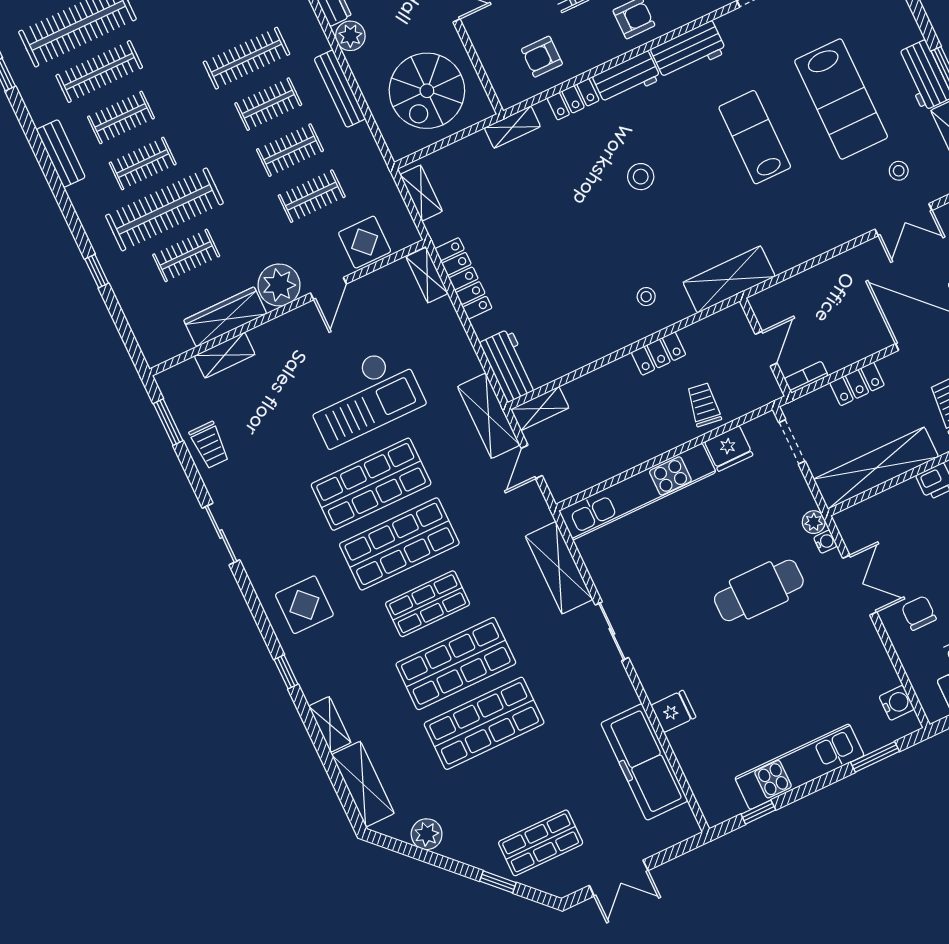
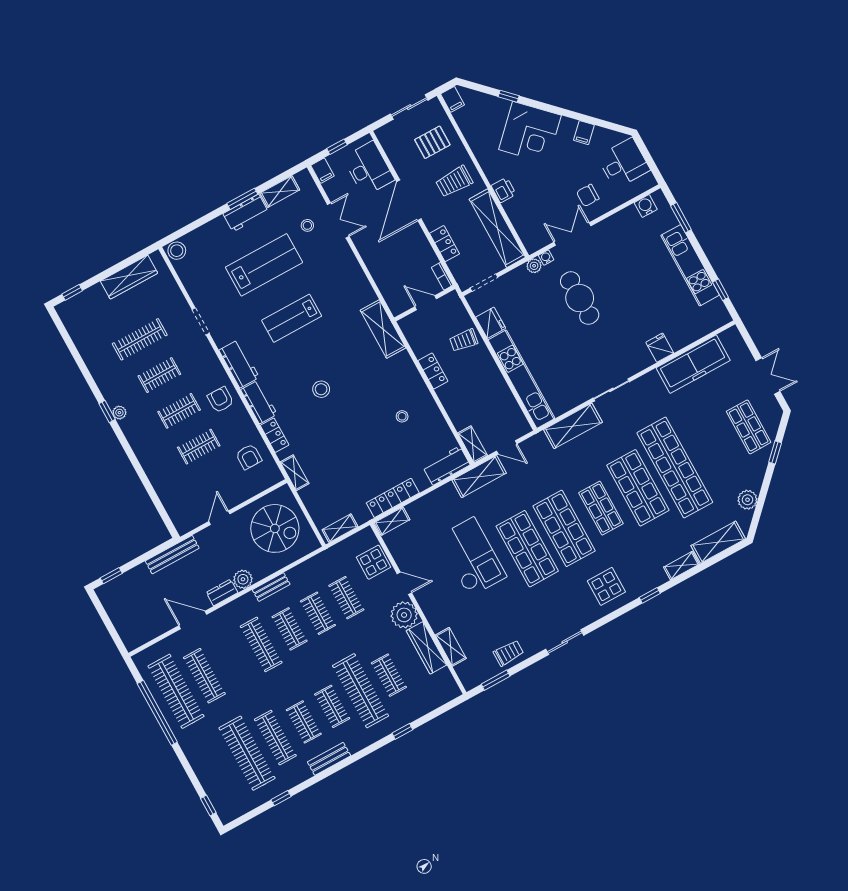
bench: (340, 89) -> (271, 587), width x0.73
stool: (646, 297) -> (402, 416), moved
shop shelf: (484, 723) -> (675, 468), width x1.40

